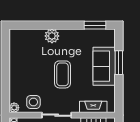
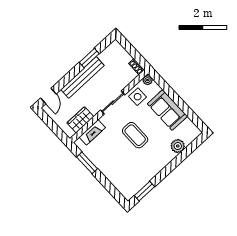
plant: (52, 36) -> (178, 146), moved
window: (119, 63) -> (87, 163), moved
sofa: (104, 66) -> (167, 110), moved, turned 180

